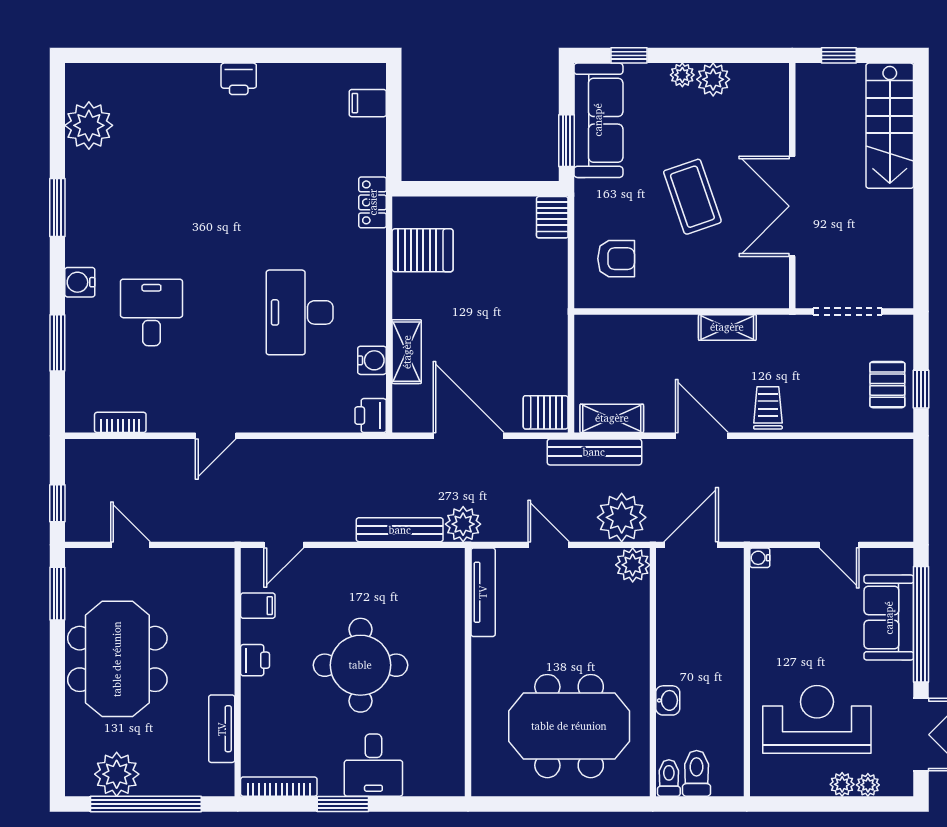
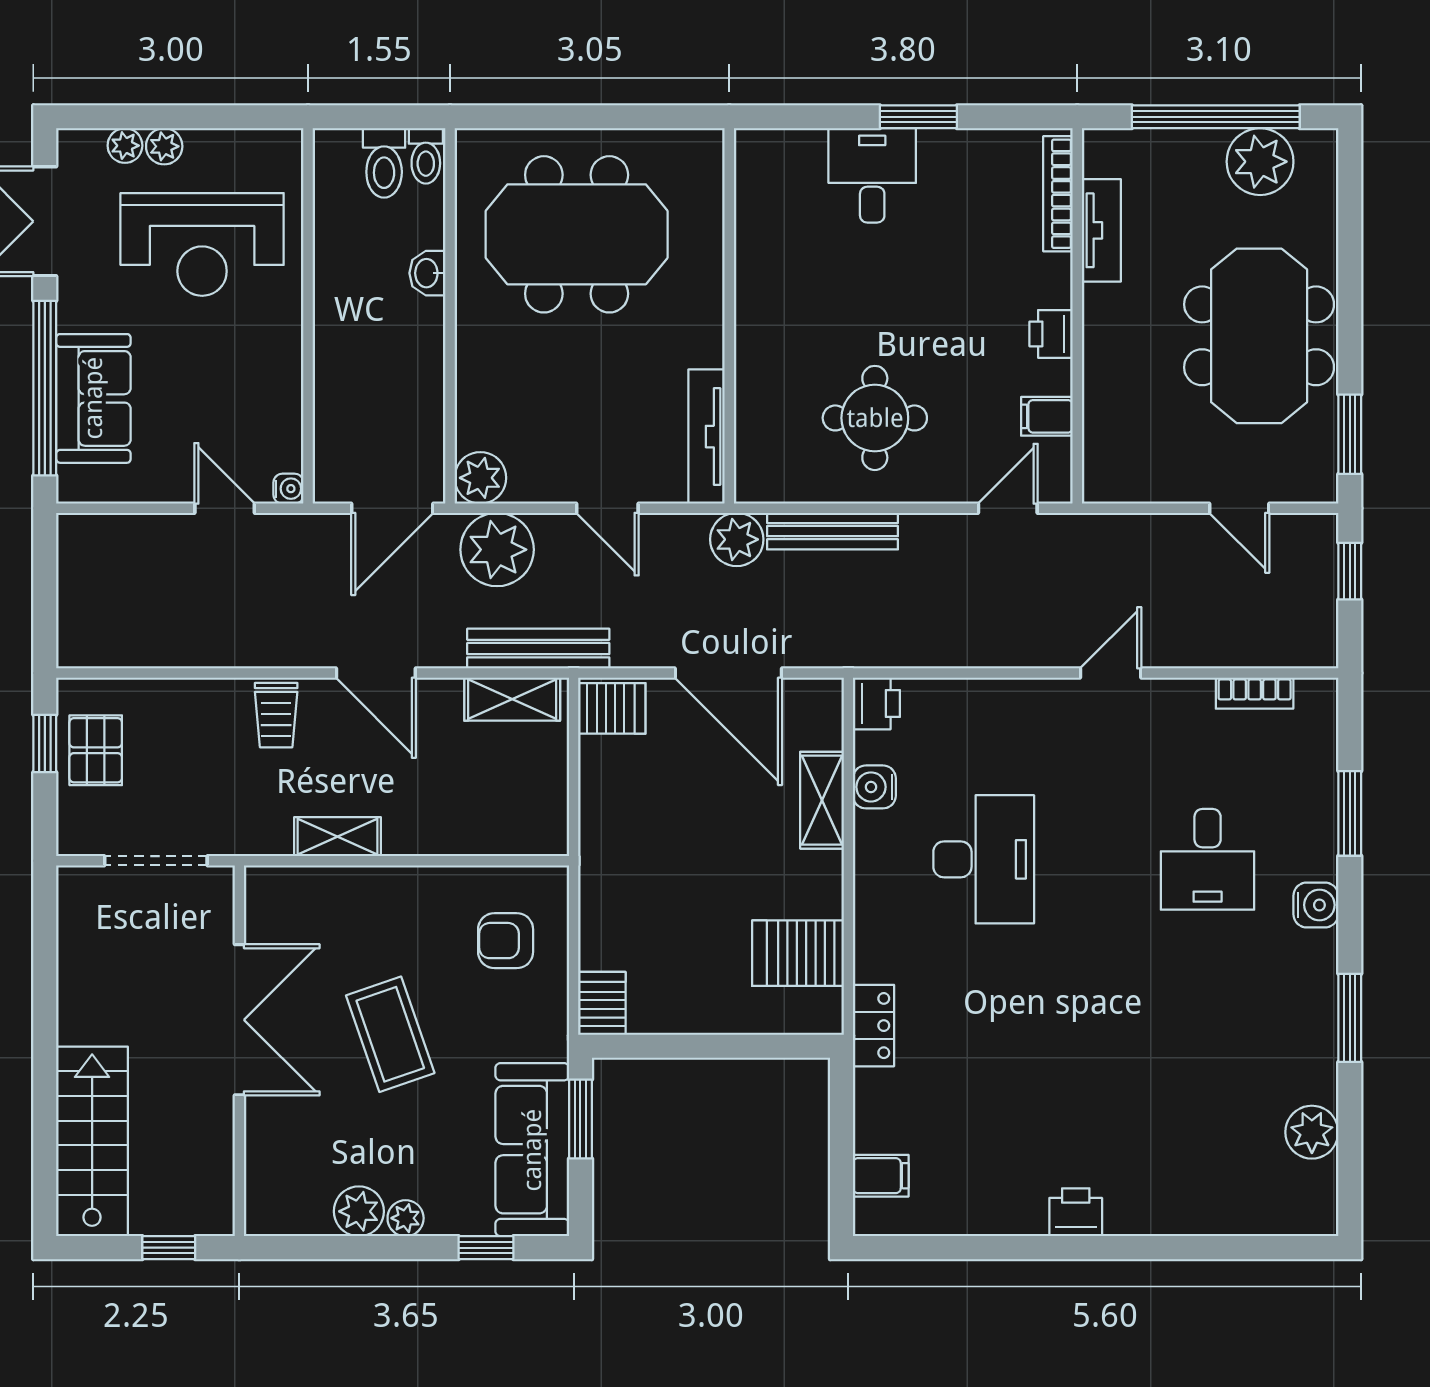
plant: (89, 125) -> (1312, 1132), width x0.73, depth x0.73
door: (839, 545) -> (225, 508), moved
round table: (360, 665) -> (875, 418), moved, width x0.73, depth x0.73
bookcase: (279, 787) -> (1058, 194), moved, turned 90

